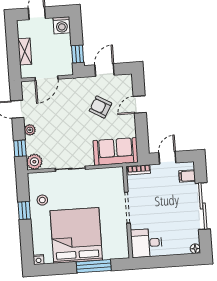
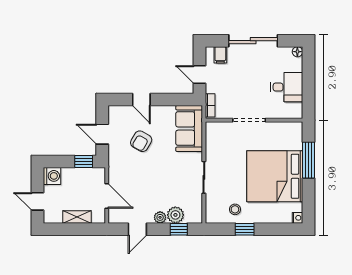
plant: (34, 162) -> (175, 215), moved
desk: (146, 243) -> (287, 87), moved, turned -90

